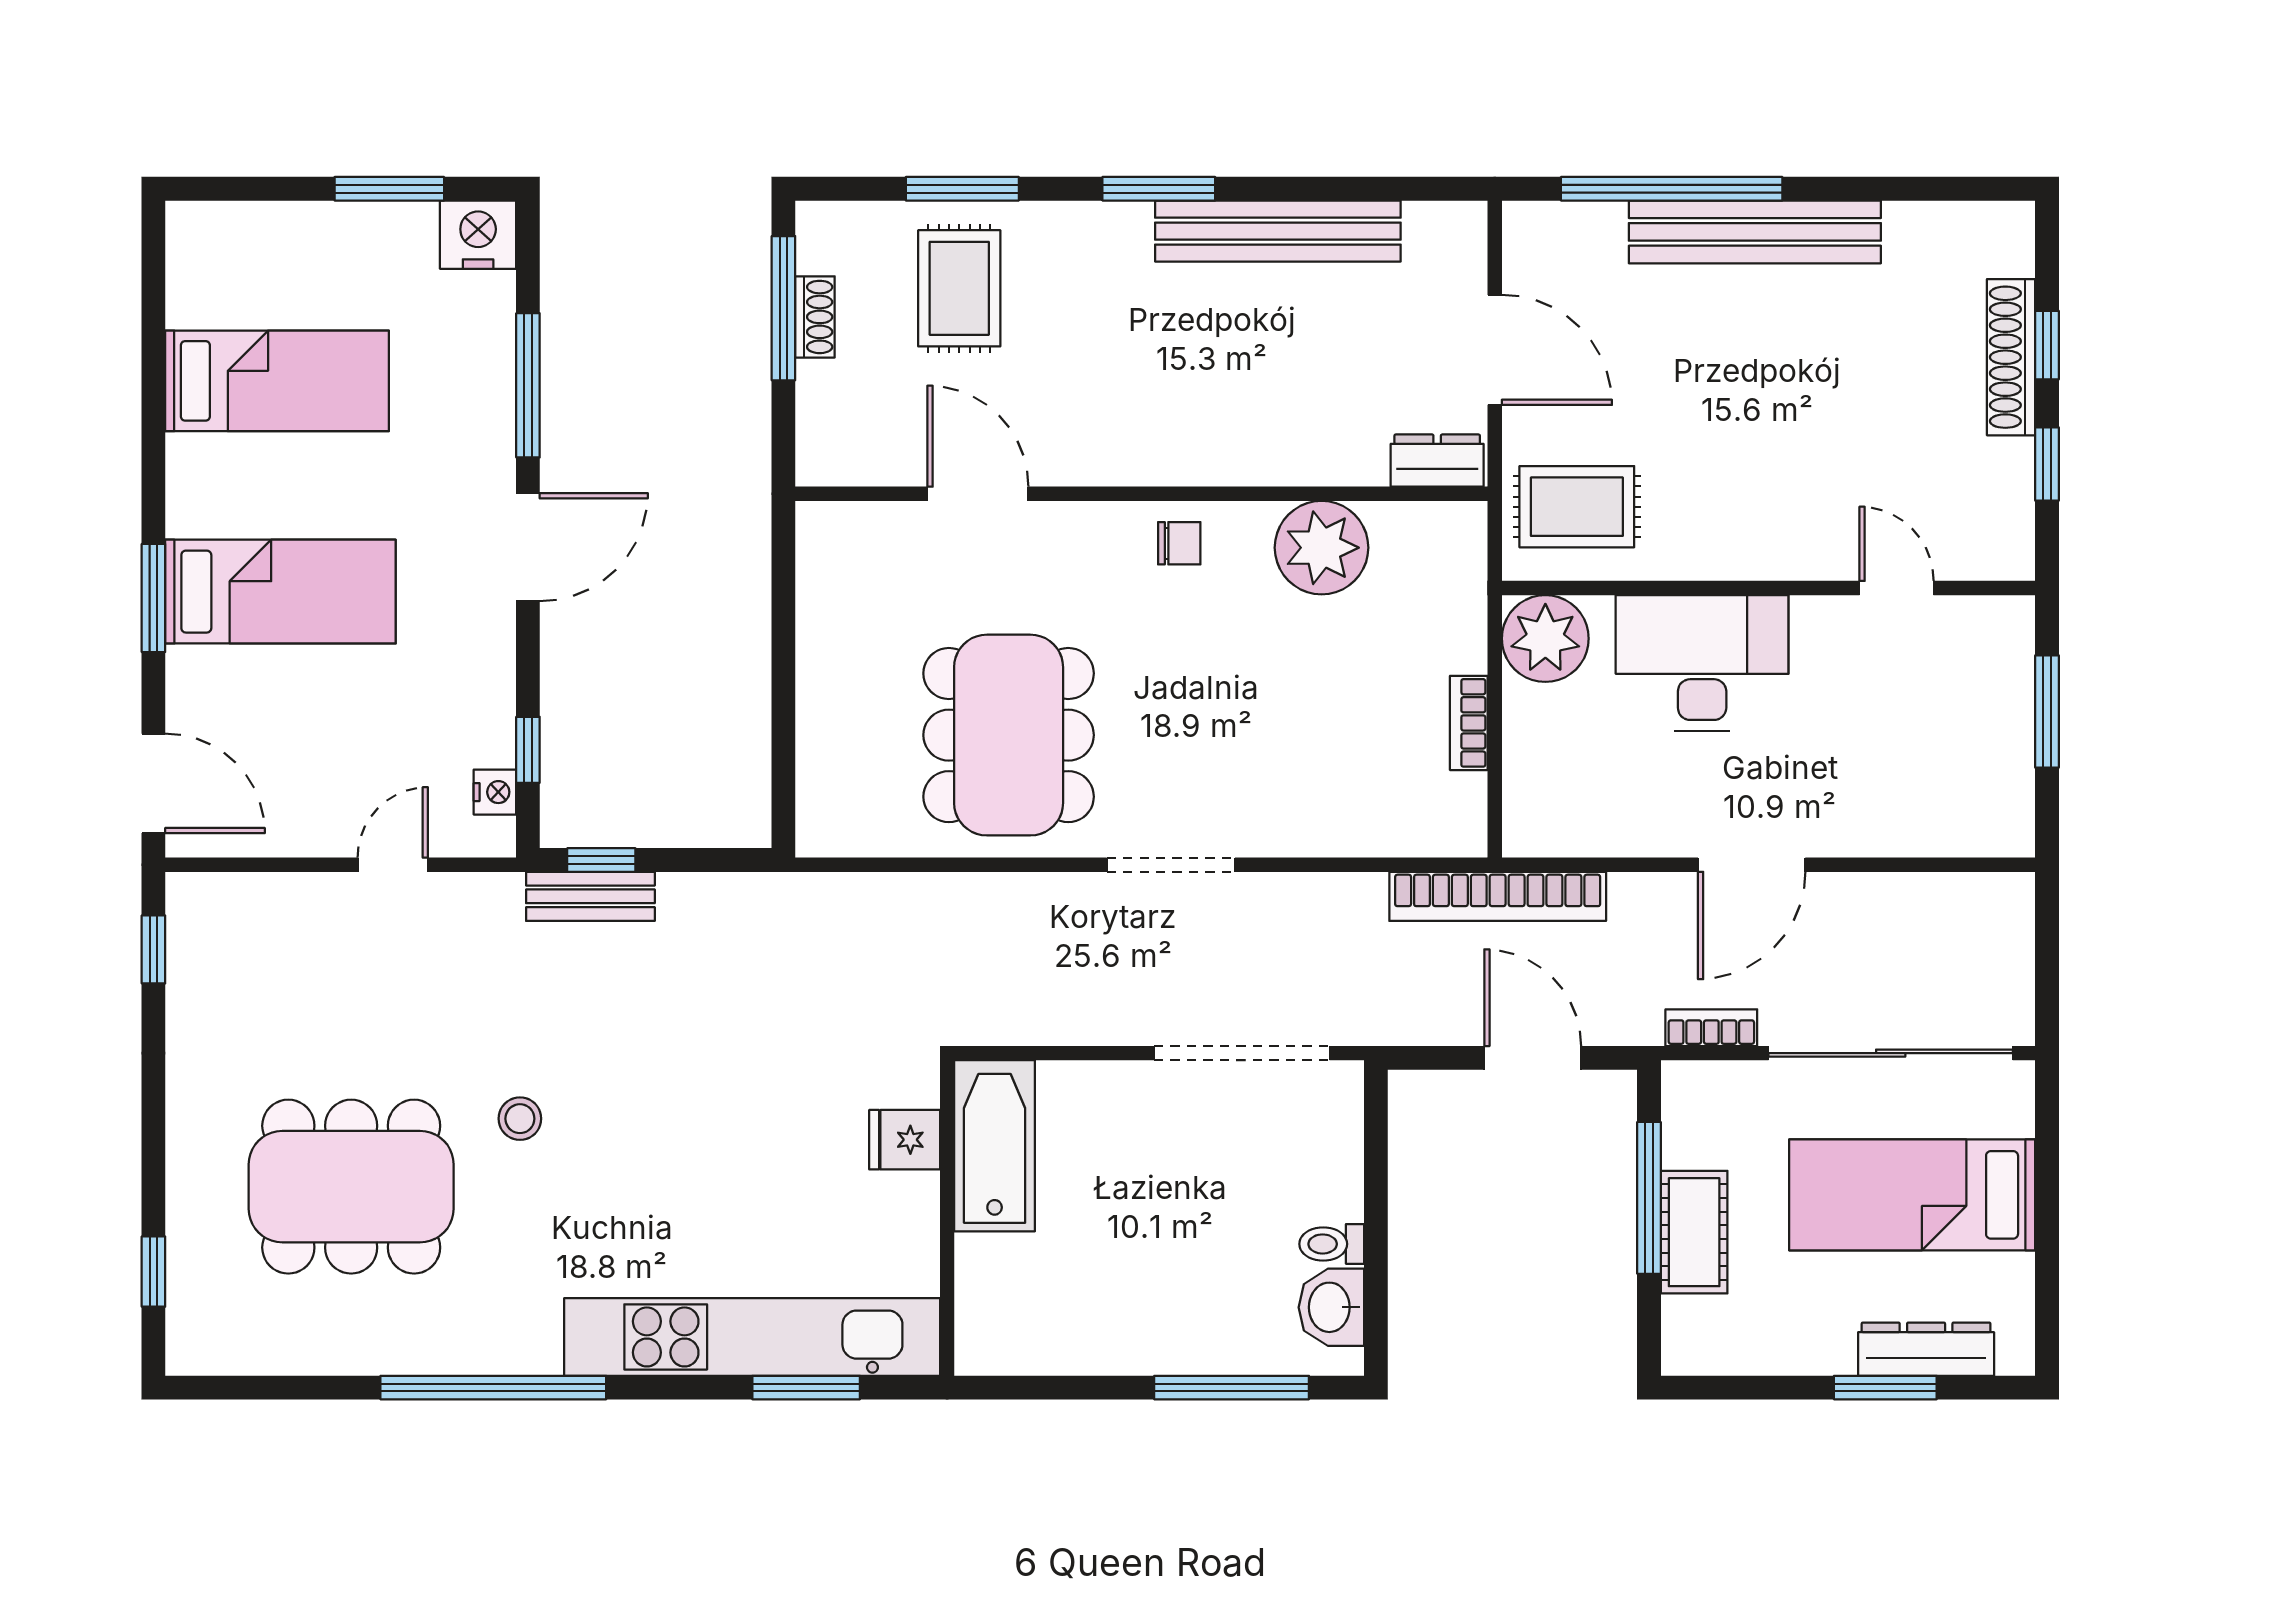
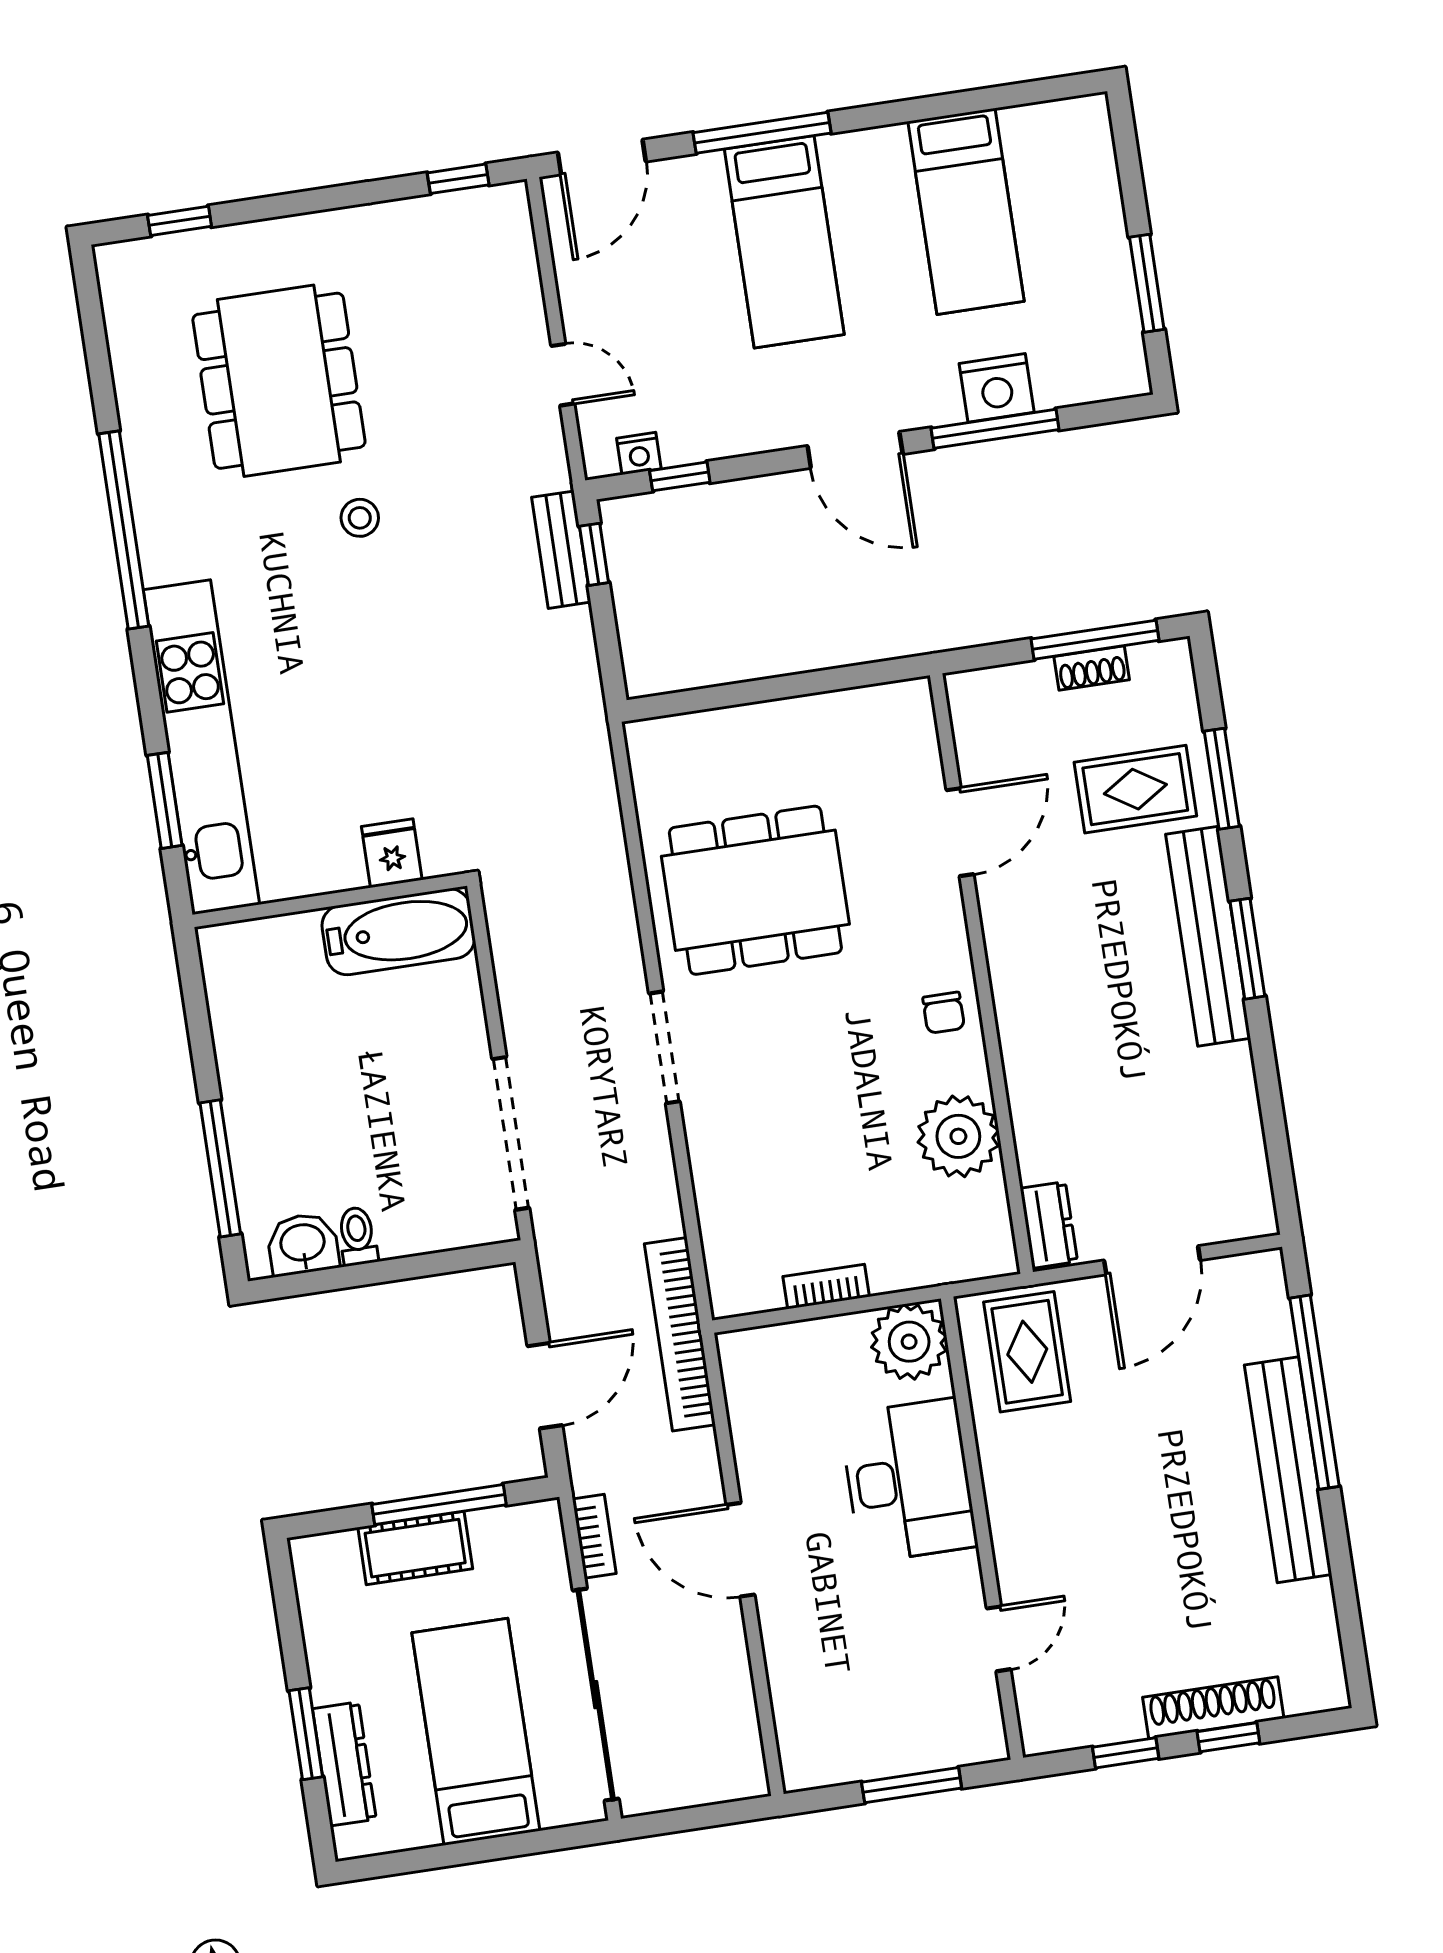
bench: (1278, 231) -> (1208, 936), moved
nightstand: (478, 235) -> (997, 388), moved, turned 90
window: (153, 598) -> (762, 133), width x1.44

